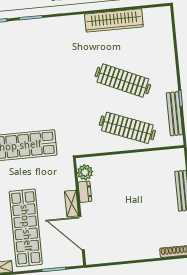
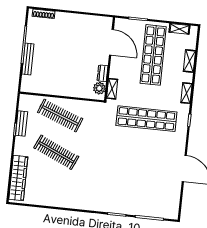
wardrobe: (114, 20) -> (18, 178), moved, turned 90
bench: (175, 114) -> (22, 123), width x0.73
shelving: (71, 203) -> (112, 89), moved

